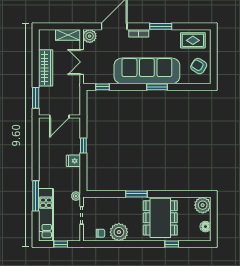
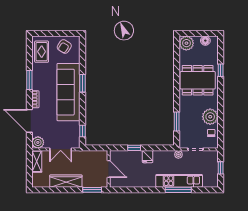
window: (136, 194) -> (177, 121), moved
kitchen unit: (46, 215) -> (179, 181), moved

